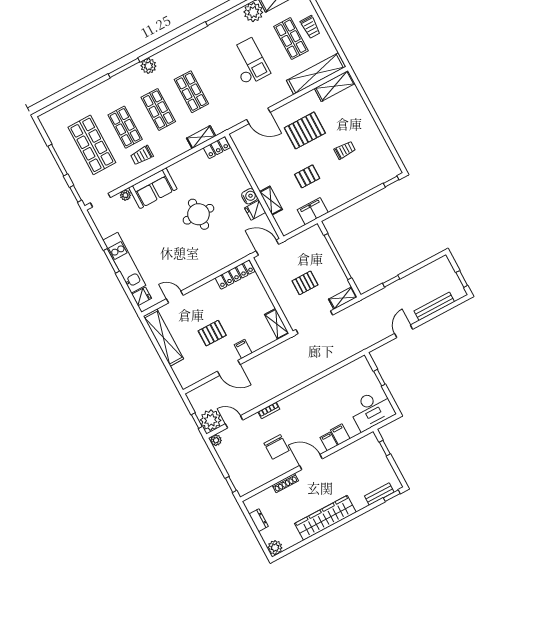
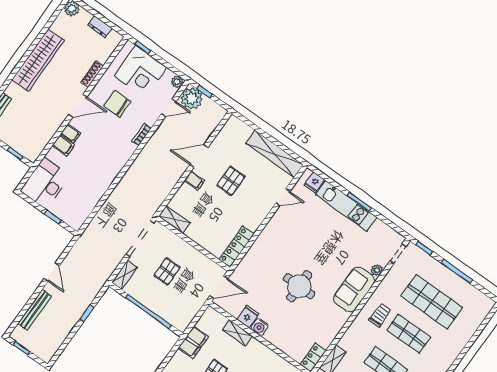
corner desk: (243, 464) -> (141, 72), added

